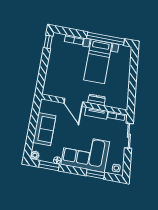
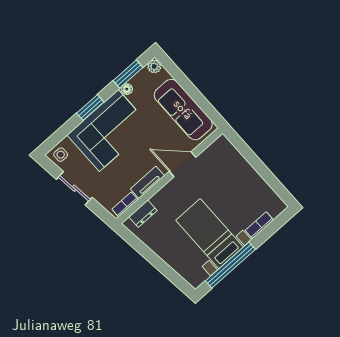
window: (48, 42) -> (281, 191), removed
dresser: (97, 100) -> (143, 214), moved
sofa: (44, 129) -> (183, 110), width x1.36
sliding door: (129, 136) -> (74, 188), moved
window: (95, 174) -> (90, 108), moved

